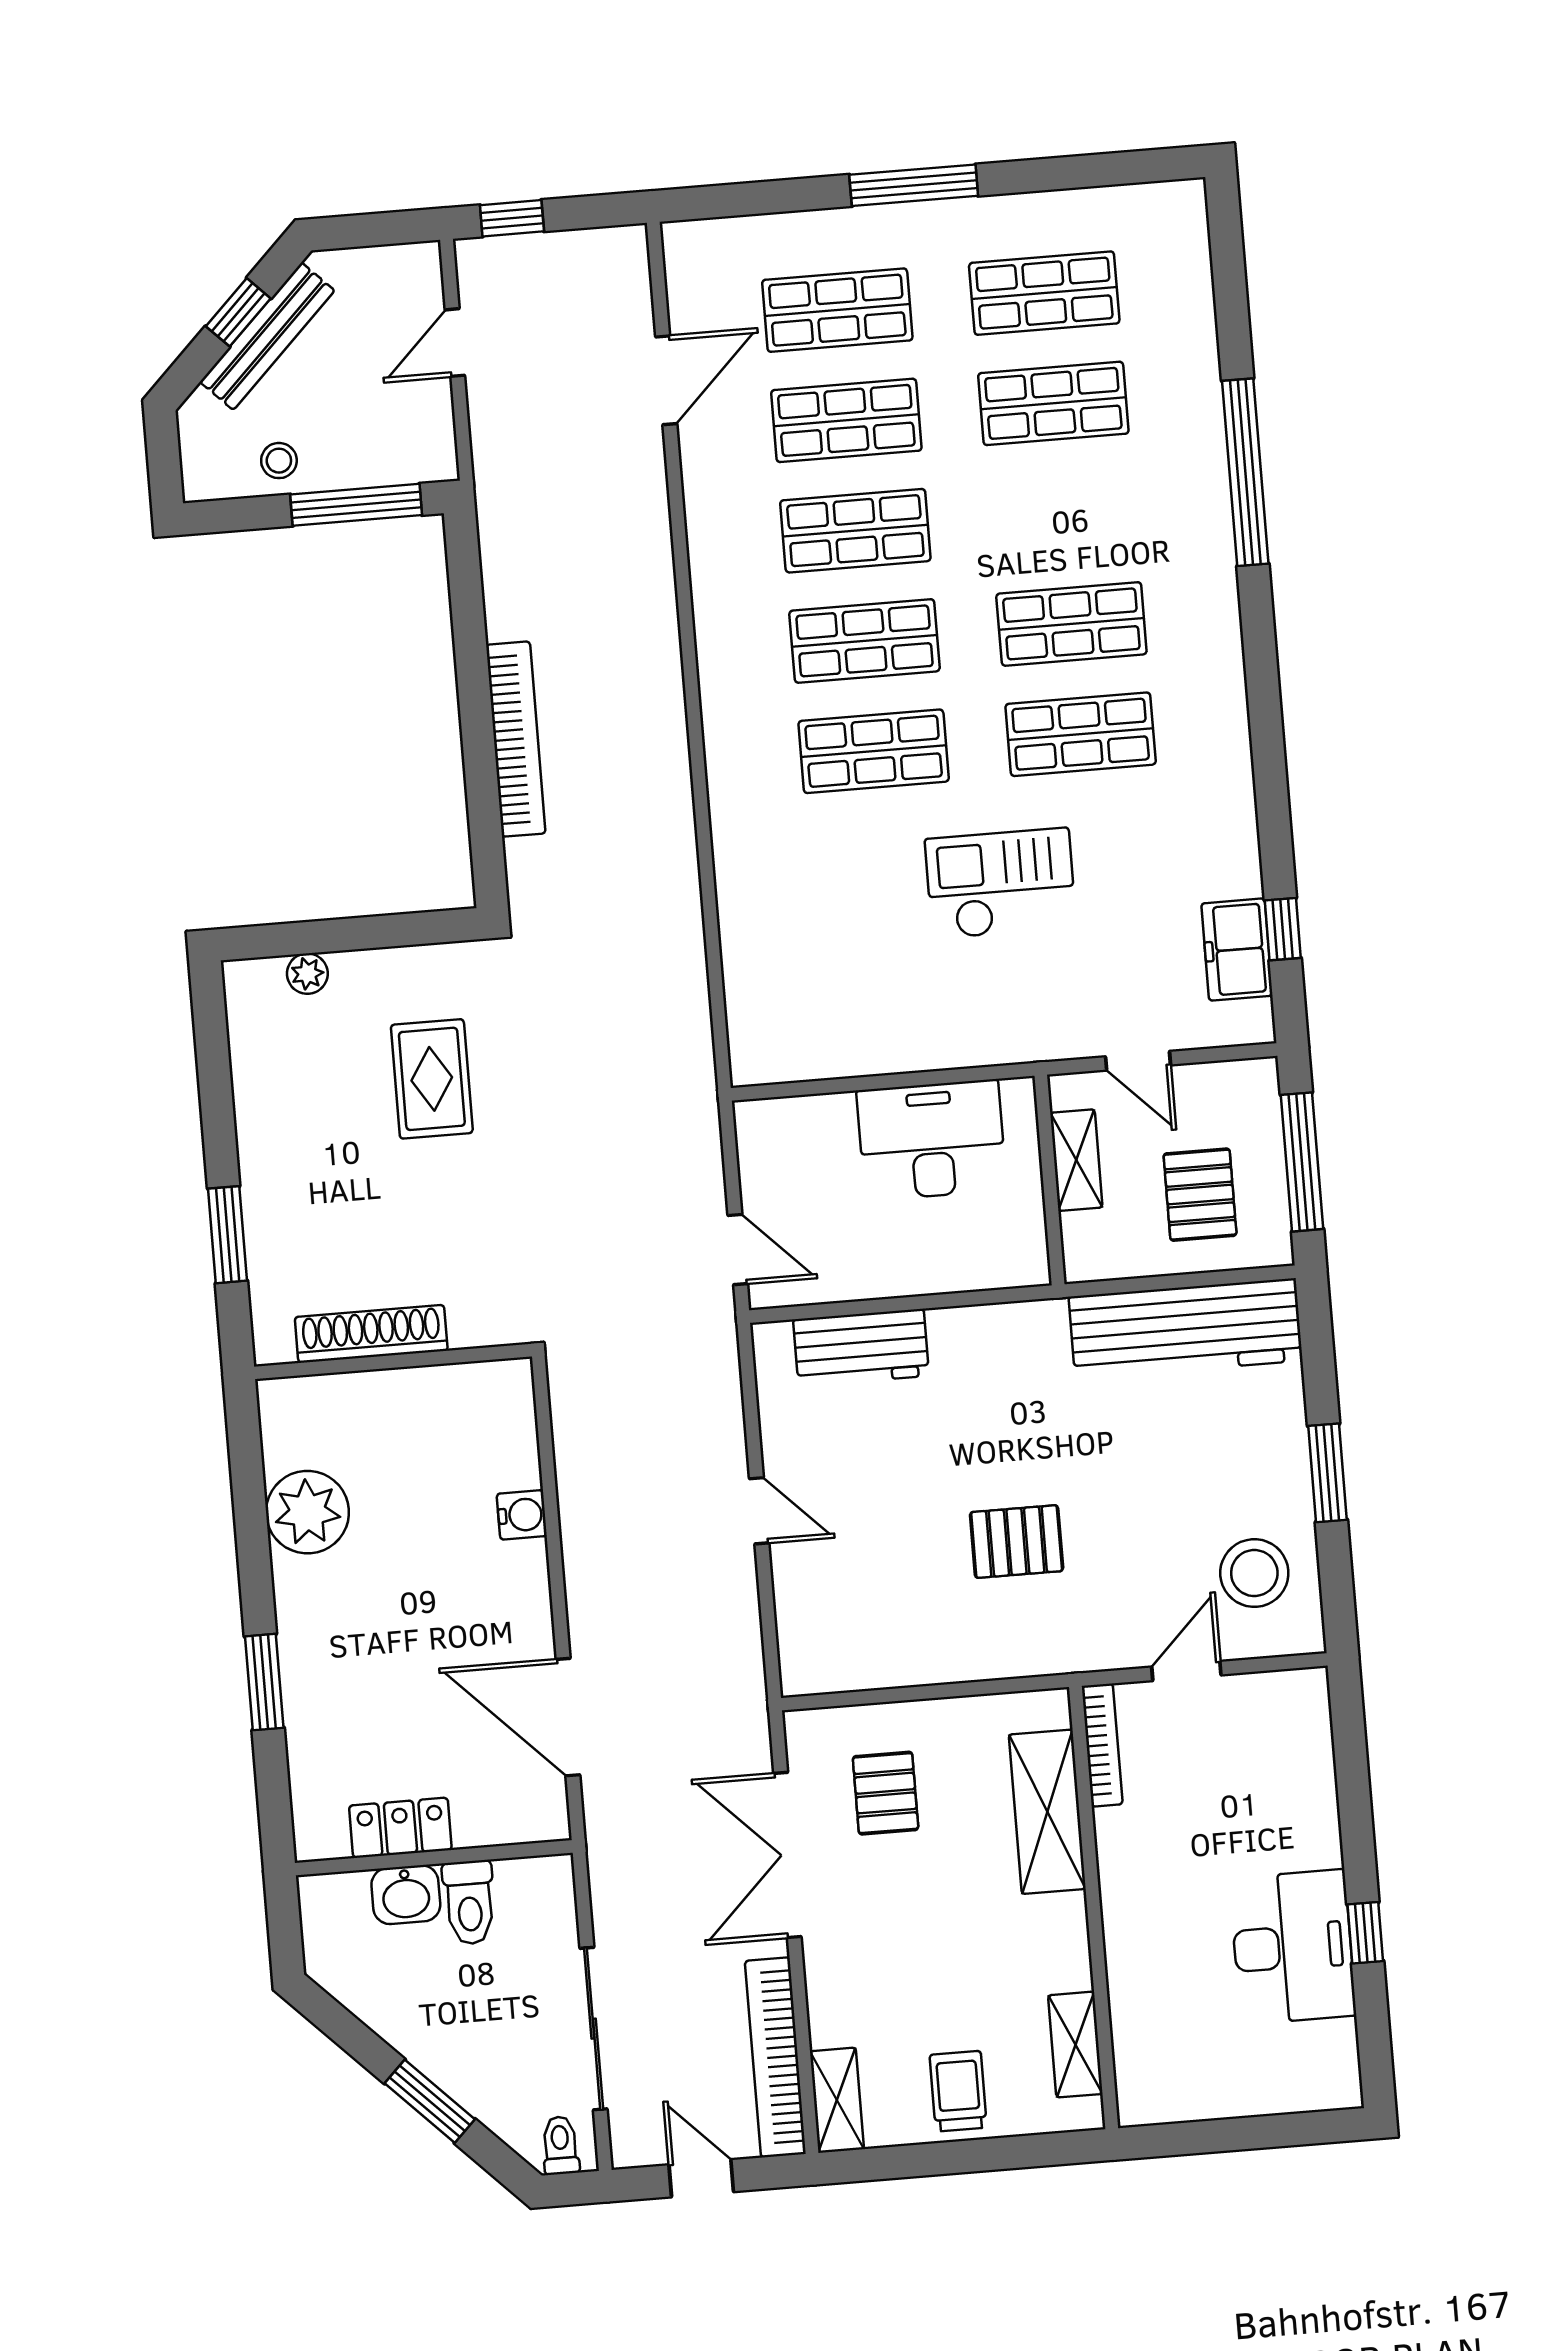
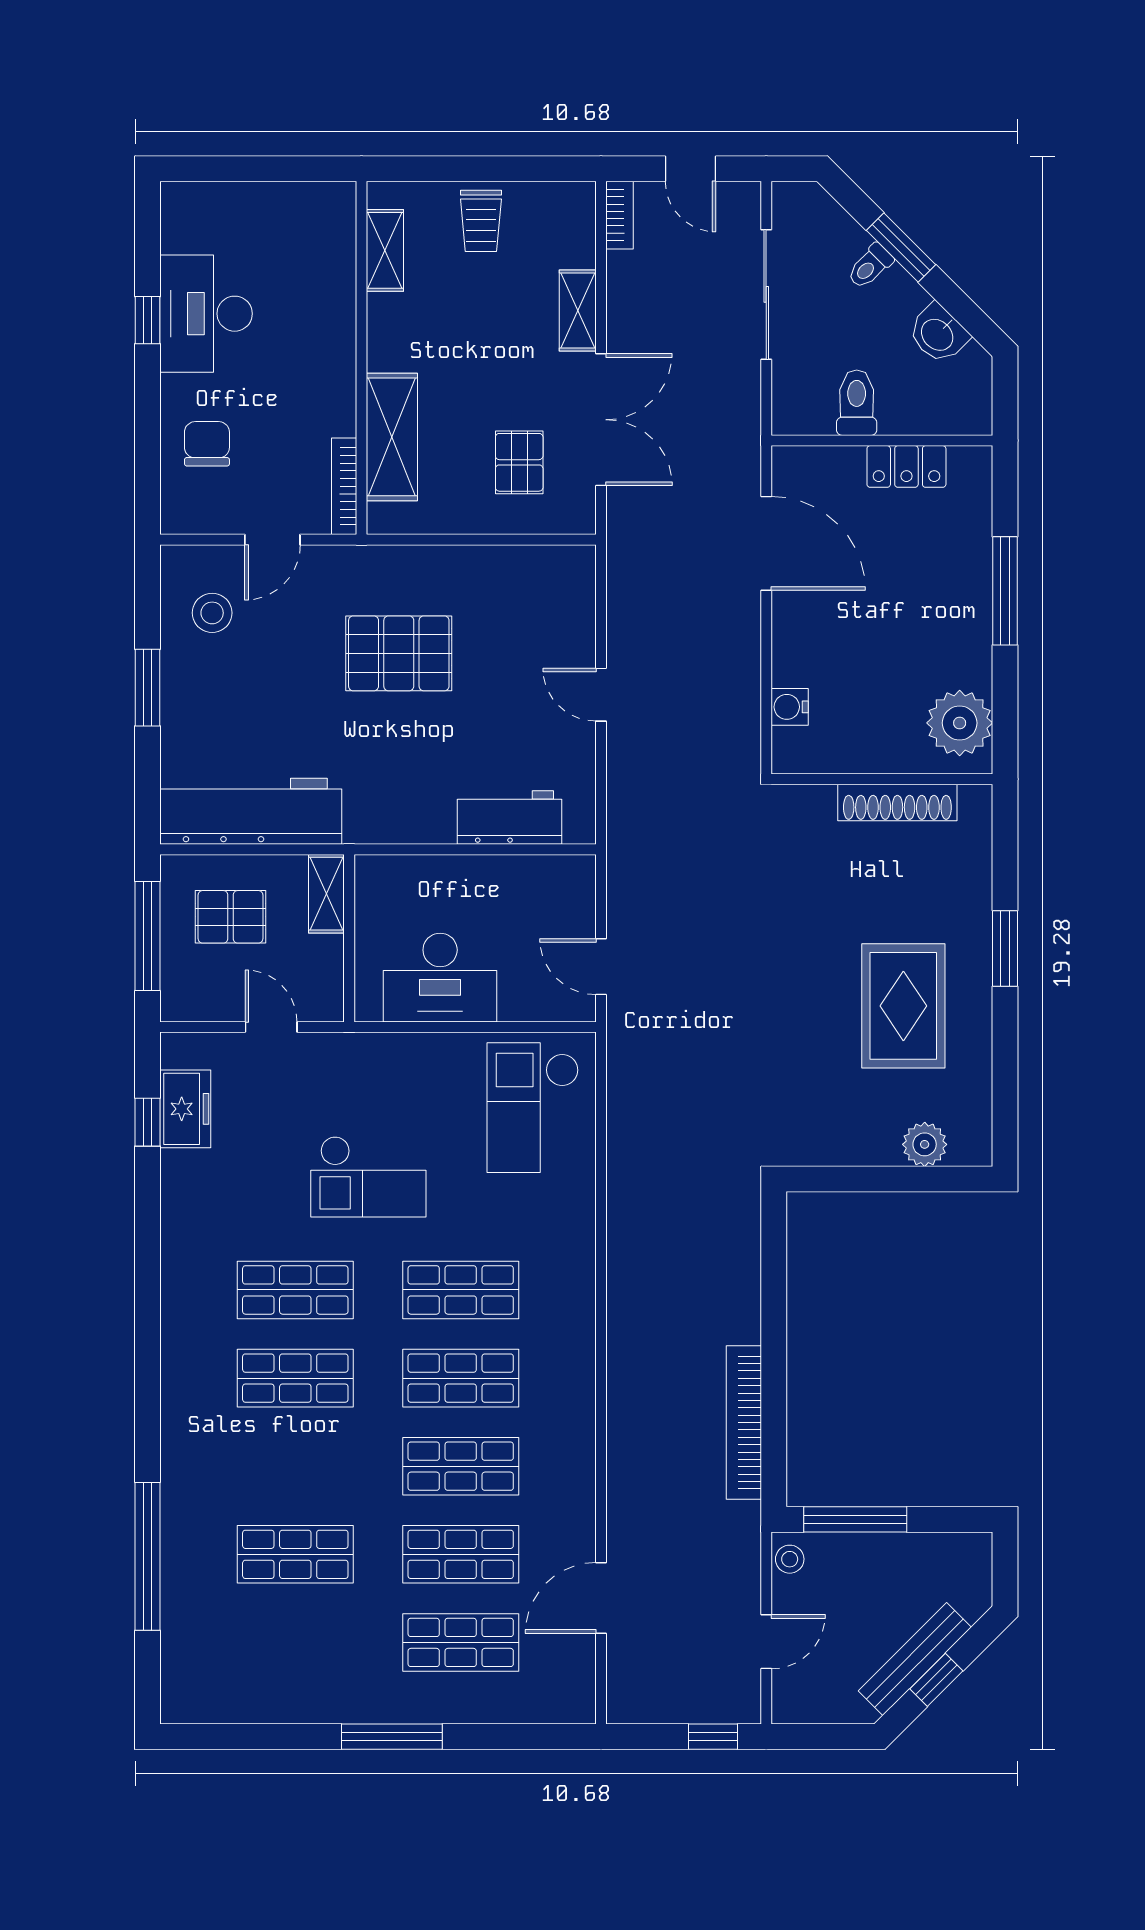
shop shelf: (1044, 293) -> (295, 1642), removed
stool: (279, 461) -> (790, 1559), moved
window: (1245, 472) -> (147, 1556), moved
bookcase: (516, 739) -> (744, 1423), moved
plant: (307, 974) -> (925, 1144), width x1.38, depth x1.38
checkout: (802, 987) -> (533, 1108), added
rug: (432, 1079) -> (903, 1006), moved, width x1.36, depth x1.43
shelving: (1076, 1160) -> (326, 894), moved
pallet: (1200, 1195) -> (231, 917), turned 90
door: (738, 1250) -> (601, 967), moved
shoe rack: (371, 1334) -> (897, 803), moved
wall: (393, 1361) -> (882, 779), moved
pallet: (1017, 1542) -> (399, 653), width x1.50, depth x1.42
stool: (1254, 1573) -> (212, 613), width x0.73, depth x0.73
window: (264, 1682) -> (1005, 591), width x1.44
chair: (1278, 1784) -> (207, 444), added
washbasin: (406, 1895) -> (938, 334), moved, turned -135
bookcase: (775, 2057) -> (620, 215), width x0.43, depth x0.76
shelving: (837, 2100) -> (578, 311), moved
toilet: (560, 2145) -> (870, 266), moved, turned 45

